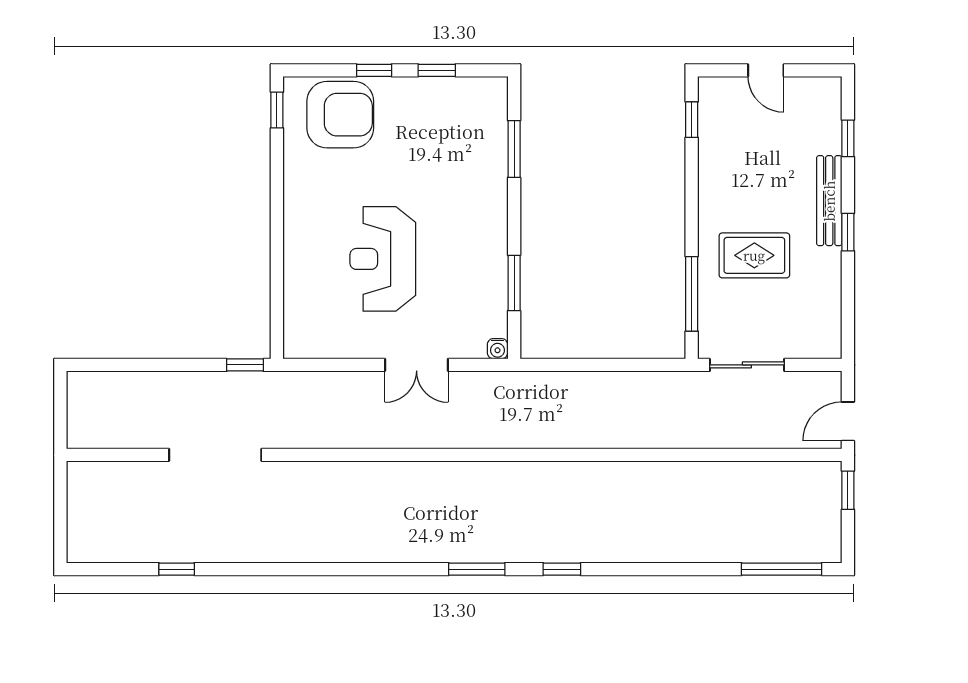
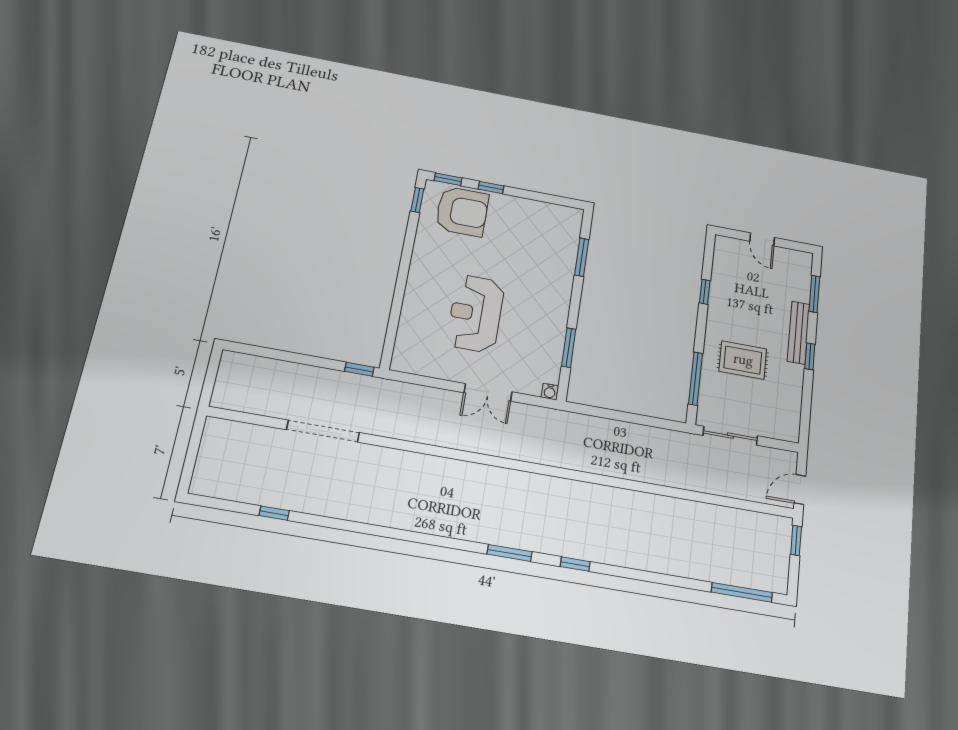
window: (437, 70) -> (448, 179), moved
window: (692, 120) -> (705, 292), moved
window: (848, 138) -> (814, 294), width x1.50

